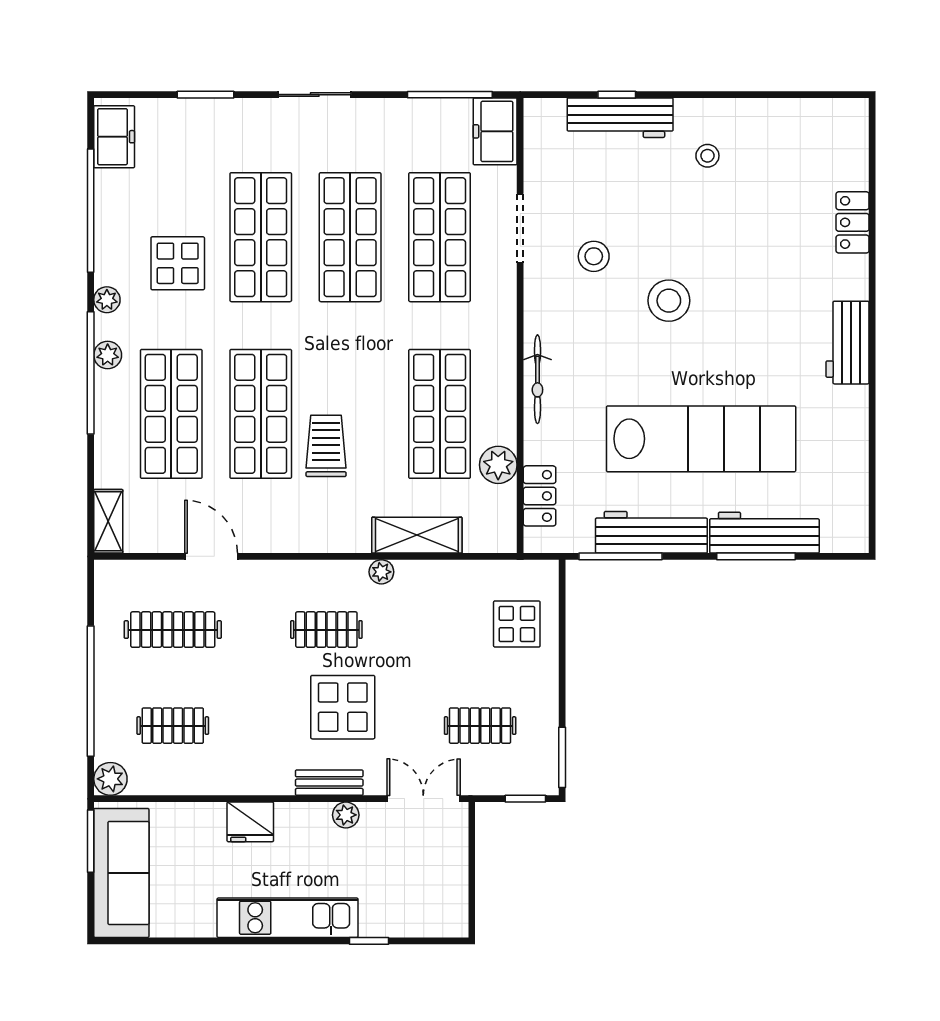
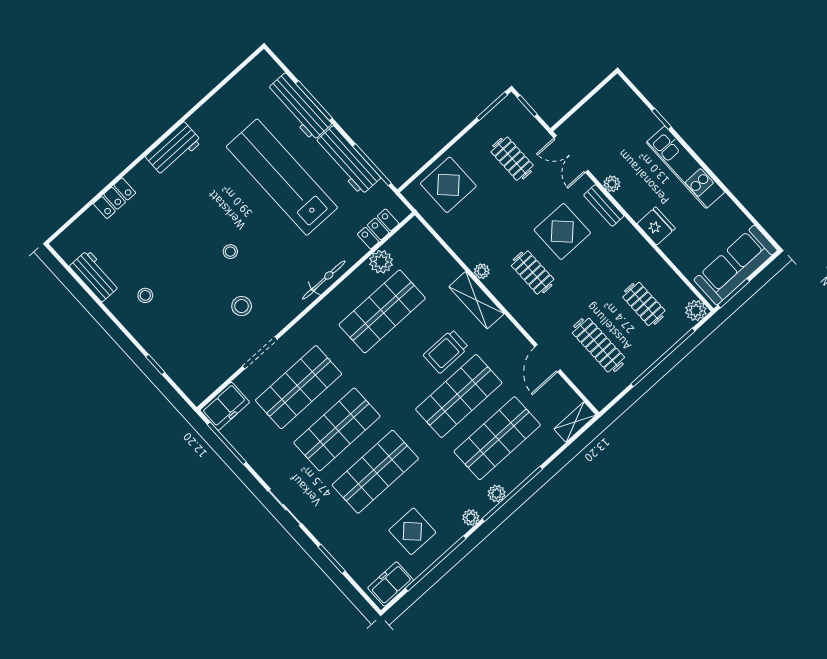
workbench: (620, 118) -> (95, 276), moved, width x0.73
display table: (178, 263) -> (412, 531), moved
stool: (669, 301) -> (230, 252), width x0.53, depth x0.53
shelving: (417, 535) -> (476, 300), moved
display table: (517, 624) -> (448, 185), width x1.36, depth x1.36

